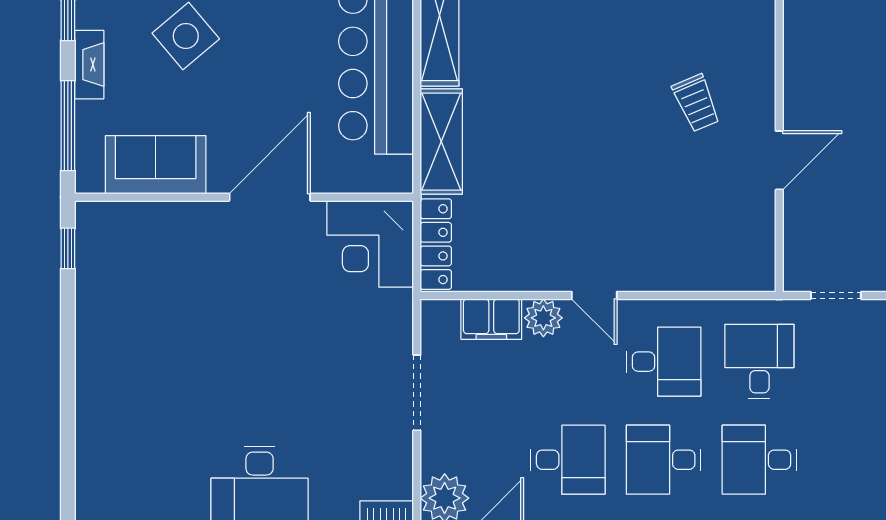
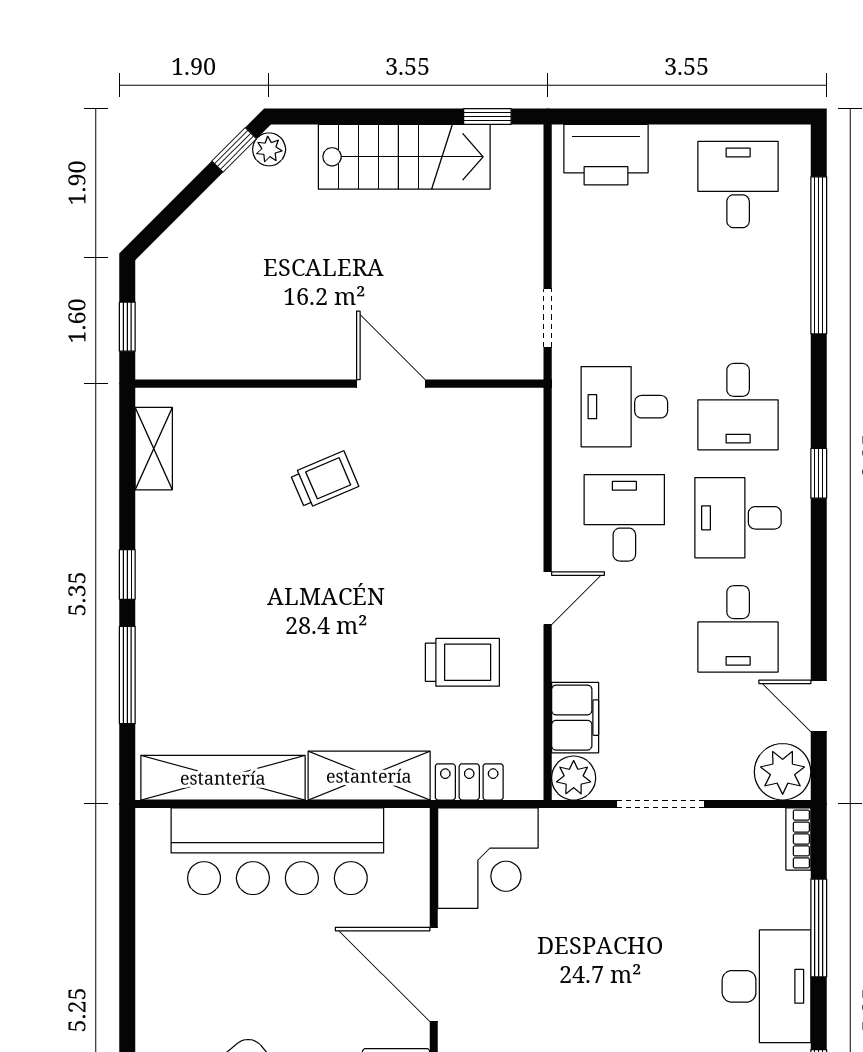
trolley: (539, 222) -> (462, 662), added
locker: (436, 244) -> (469, 782), width x0.66
plant: (543, 318) -> (574, 778), moved
desk: (568, 460) -> (738, 629), turned 180
desk: (664, 460) -> (738, 518), turned 90

